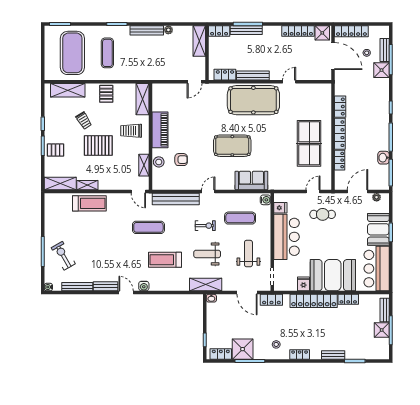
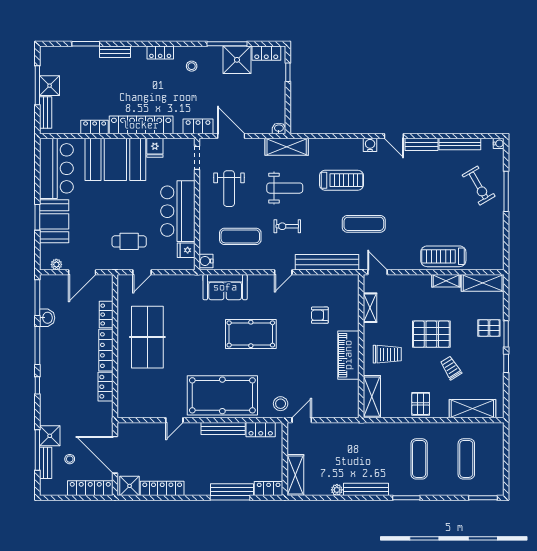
exercise mat: (72, 53) -> (466, 459), width x0.50, depth x0.69
stool: (159, 162) -> (281, 404), moved

